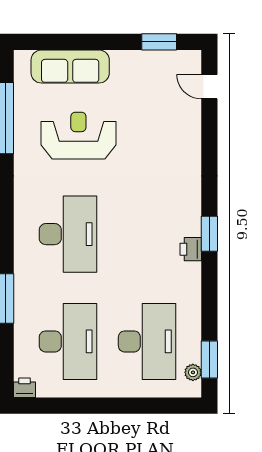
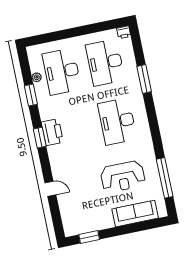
door: (209, 87) -> (50, 189), moved
printer: (191, 249) -> (52, 132), width x1.87, depth x1.48
window: (209, 359) -> (31, 95), moved
plant: (193, 372) -> (37, 77), moved

